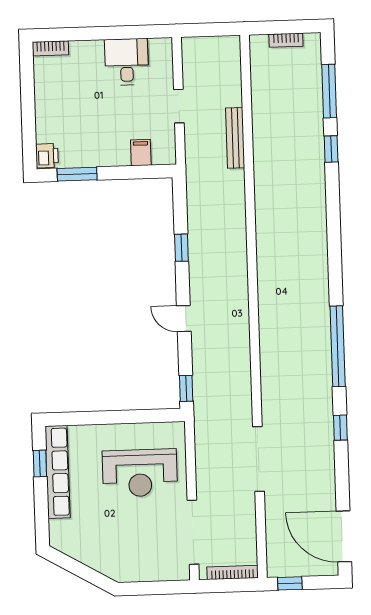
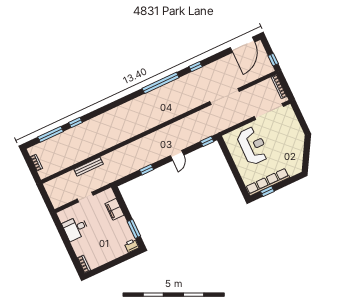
filing cabinet: (141, 153) -> (115, 209), width x2.00

